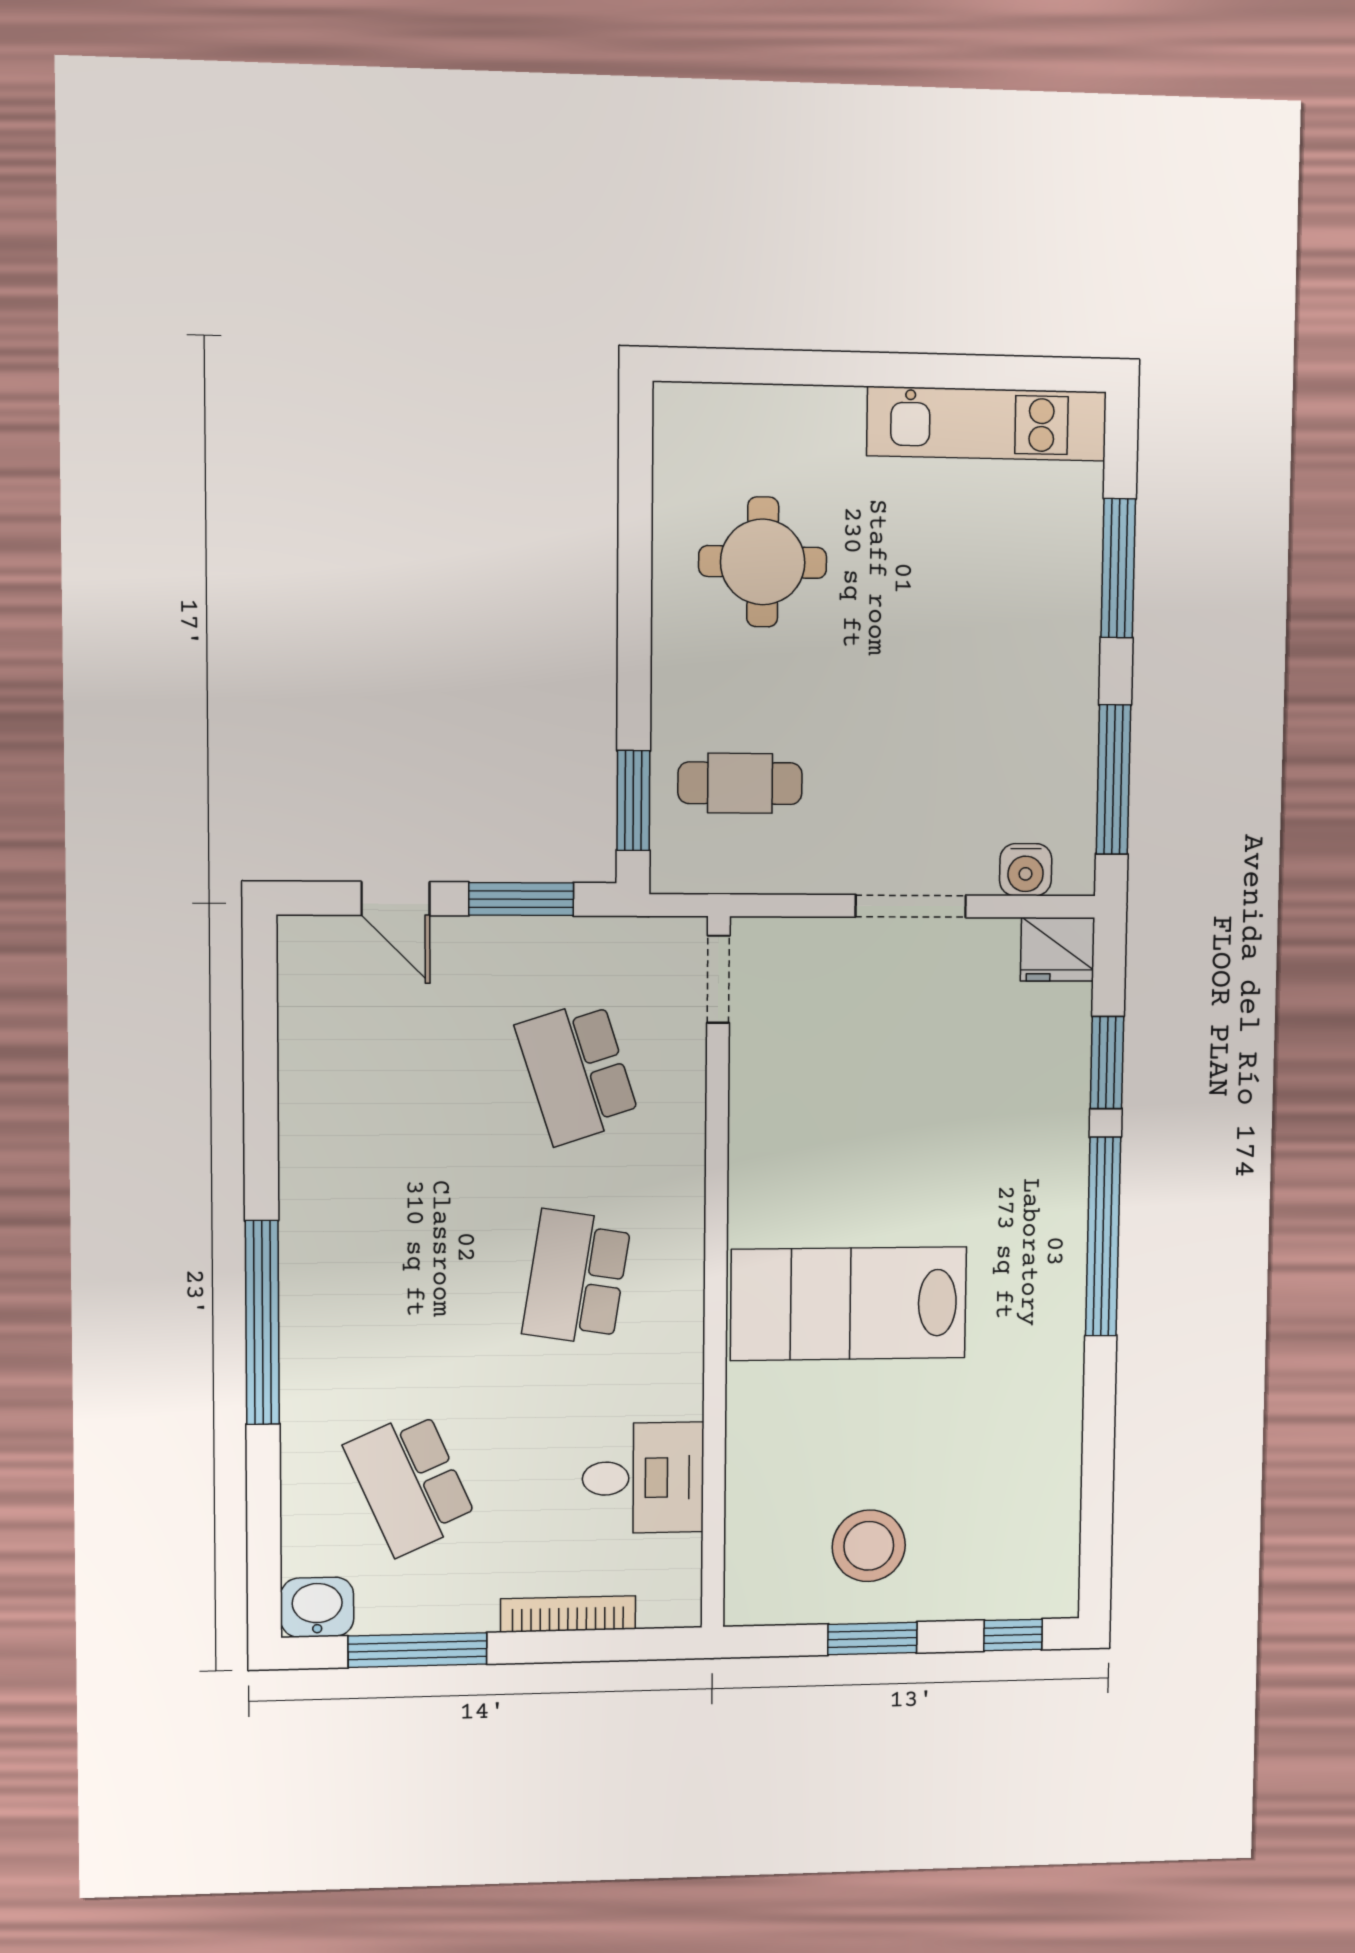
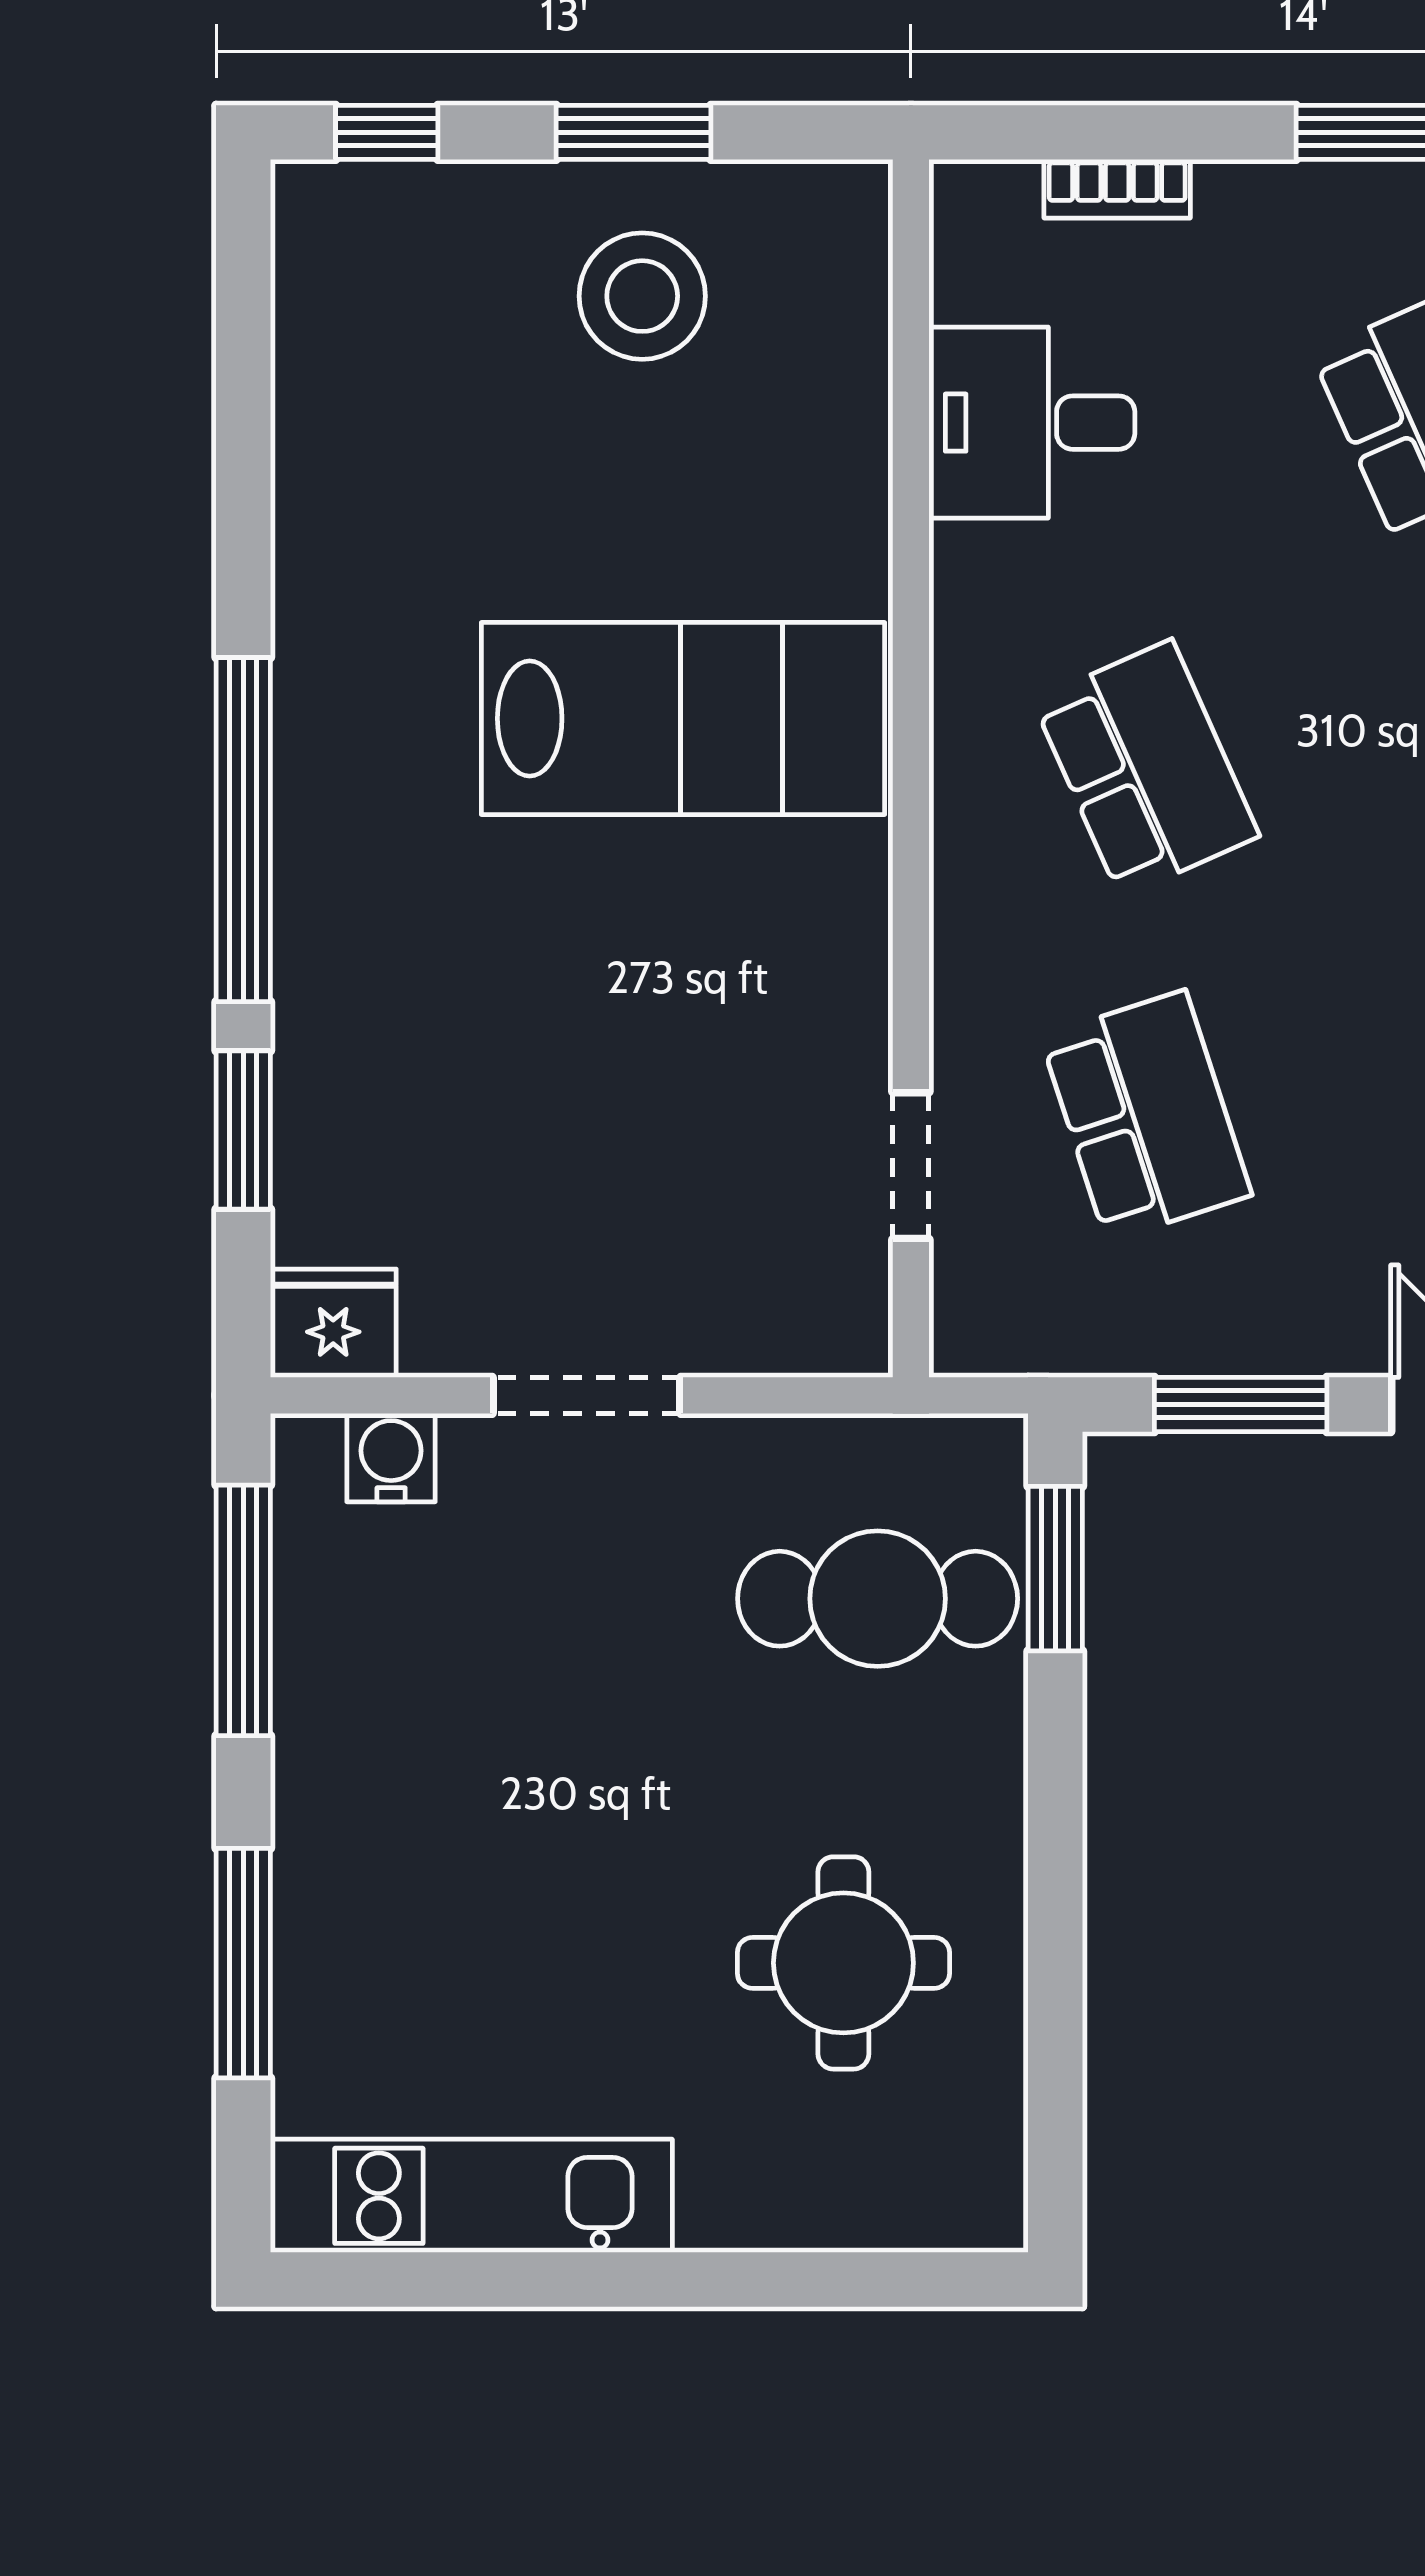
cafe table: (740, 783) -> (878, 1599), width x1.37, depth x1.35
doorway: (718, 979) -> (911, 1166), moved
school desk: (577, 1278) -> (1146, 768), turned -33
bookcase: (568, 1614) -> (1117, 189), width x0.64

